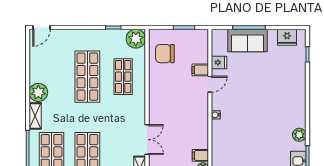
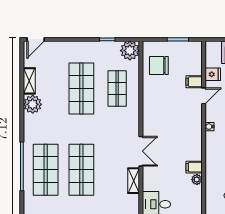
shelving: (35, 116) -> (29, 81), moved

